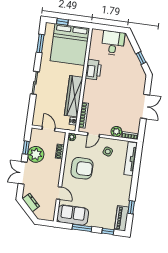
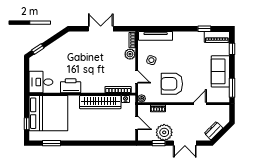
desk: (113, 43) -> (41, 82), moved
window: (141, 58) -> (38, 49), moved
sliding door: (35, 83) -> (92, 143), removed
door: (49, 129) -> (137, 123), swing flipped
armchair: (82, 168) -> (172, 84), turned -90
sofa: (73, 215) -> (220, 71), moved
window: (82, 228) -> (232, 88), moved

